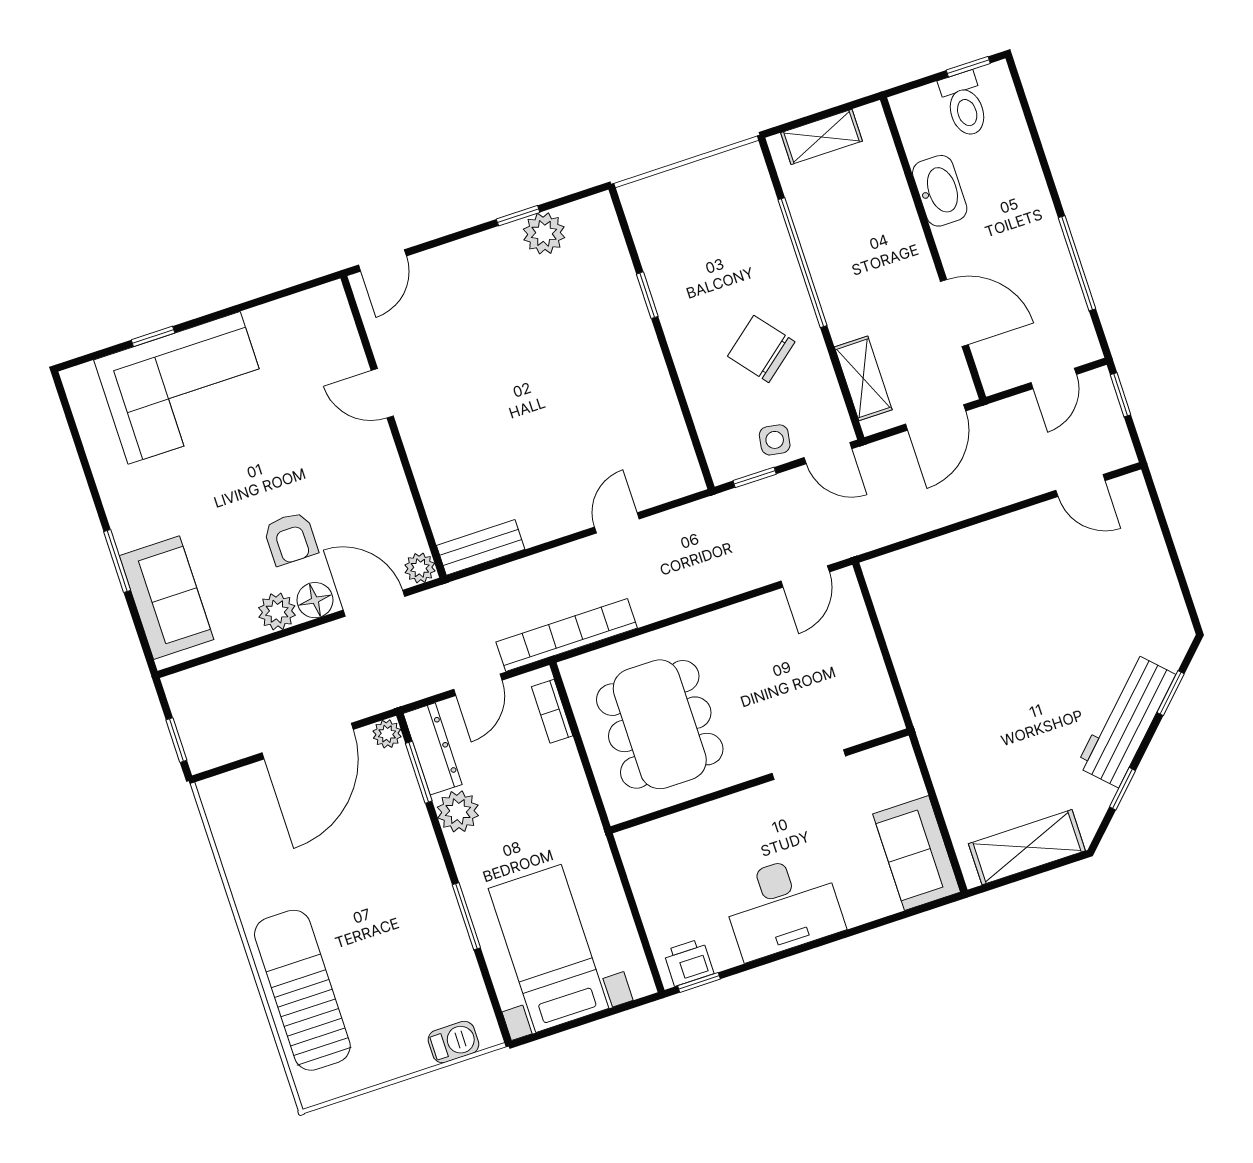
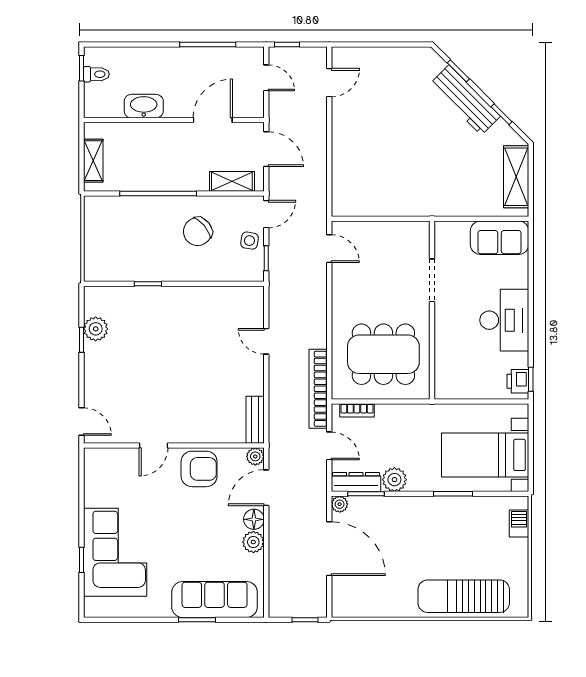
toilet: (964, 104) -> (96, 74), width x0.73, depth x0.72
armchair: (291, 539) -> (199, 469), moved, width x1.38, depth x1.38
sofa: (166, 598) -> (215, 600), width x1.36

